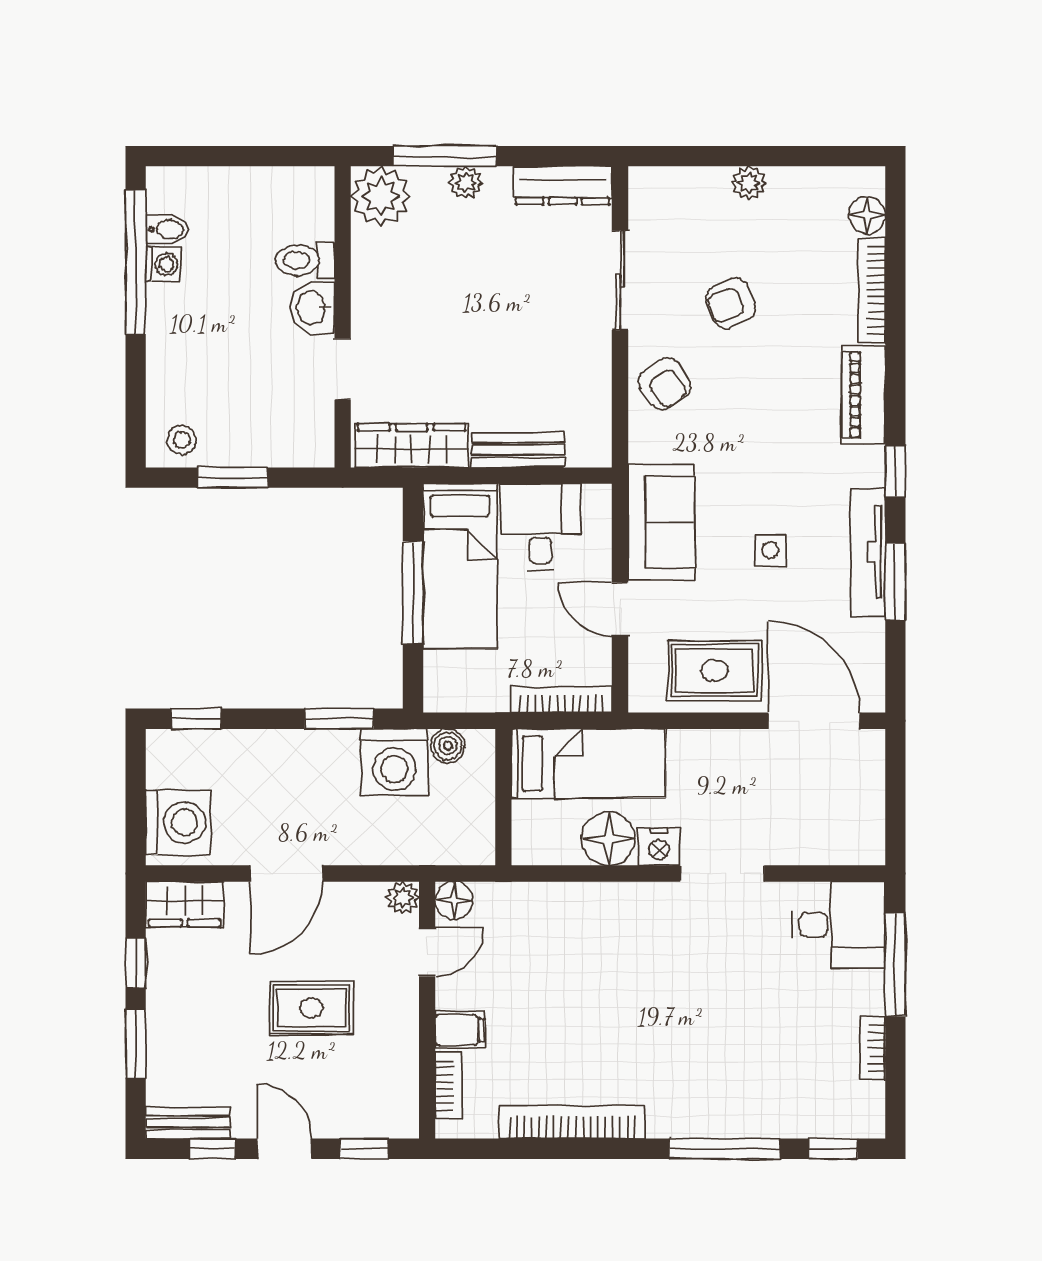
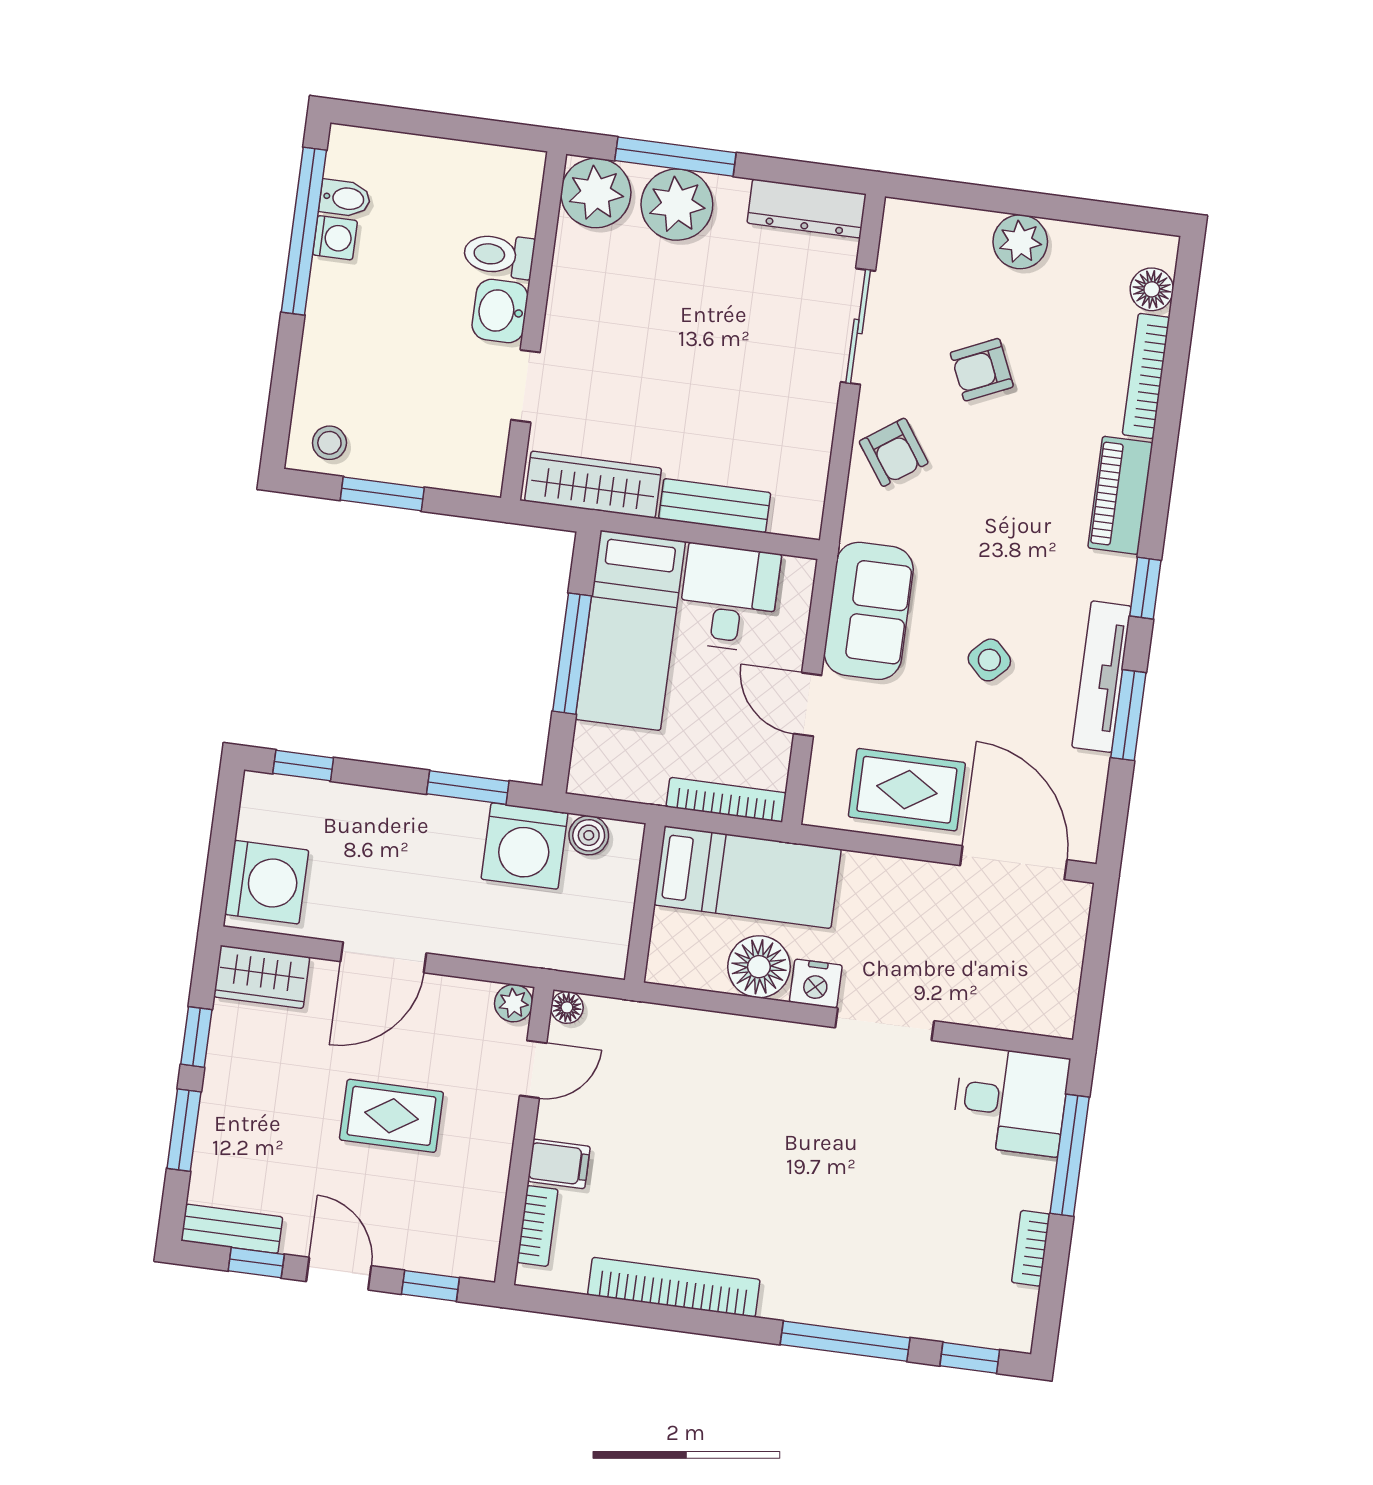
plant: (466, 183) -> (677, 205), width x1.88, depth x1.88
plant: (749, 183) -> (1020, 242), width x1.38, depth x1.38
side table: (770, 550) -> (989, 660), turned 45
floor lamp: (454, 900) -> (567, 1007), width x0.73, depth x0.73

